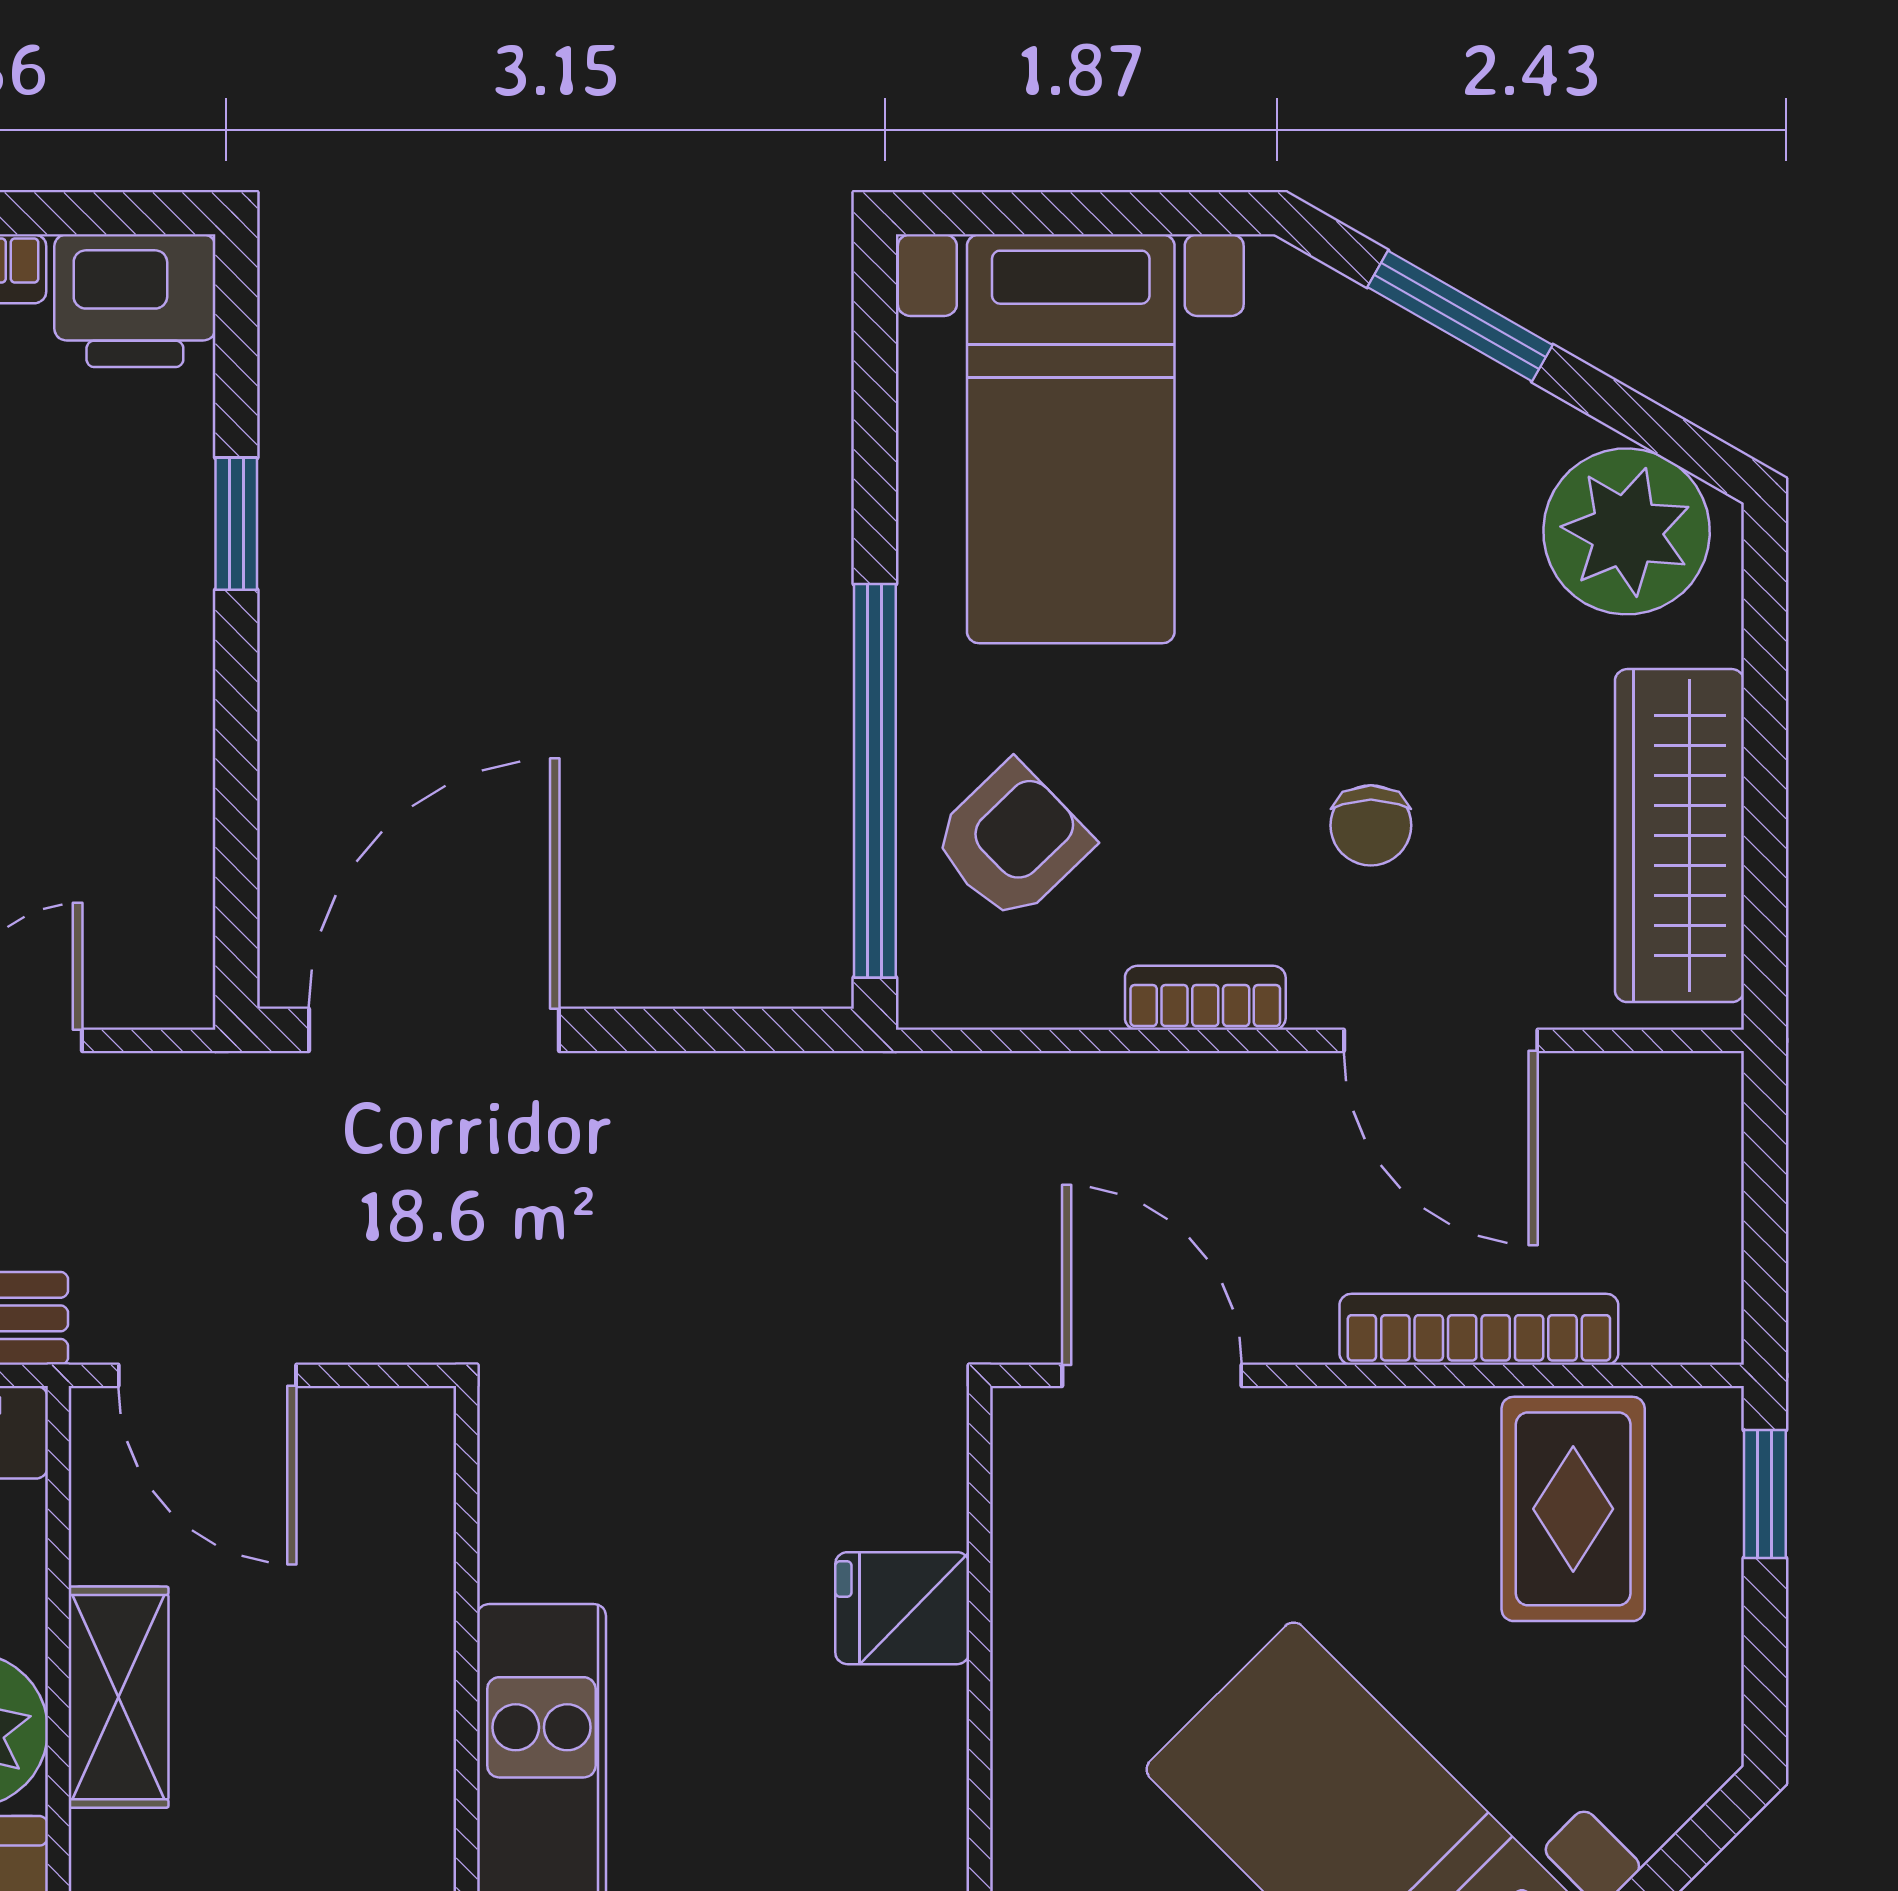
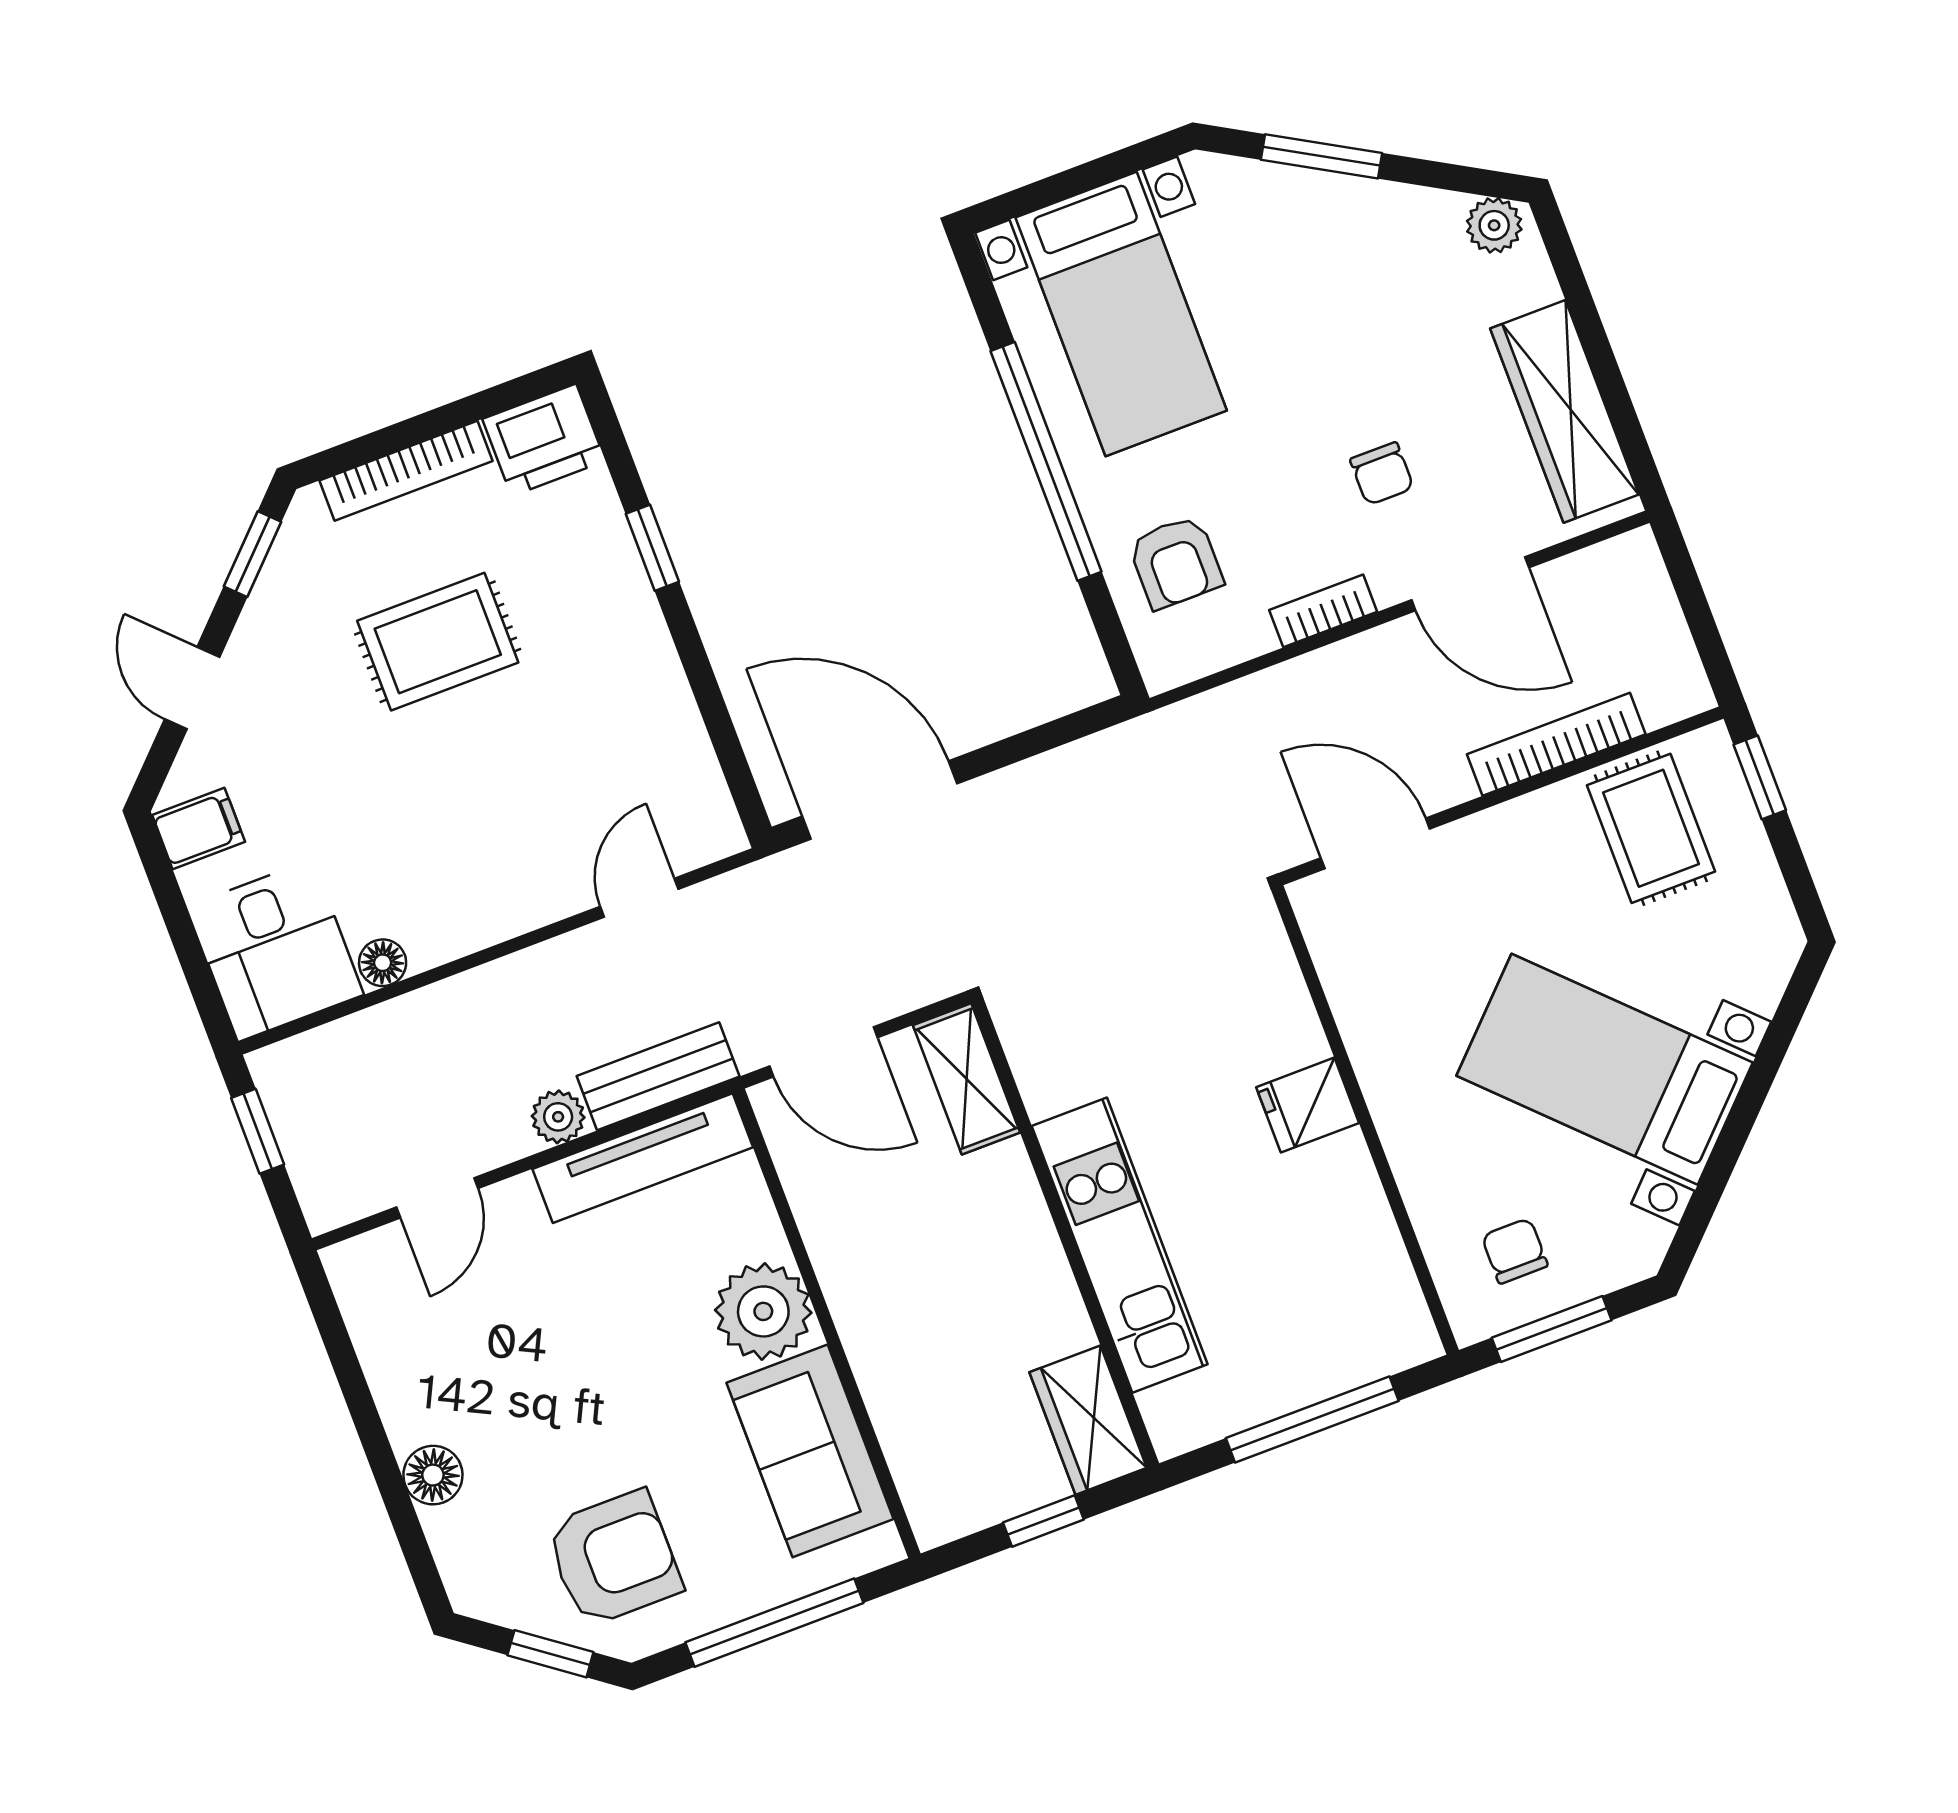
plant: (1627, 531) -> (1494, 225), width x0.53, depth x0.53
window: (875, 781) -> (1046, 461), moved
armchair: (1012, 841) -> (1176, 562), turned 134
door: (434, 1030) -> (880, 800), hinge flipped
fridge: (902, 1608) -> (1308, 1105), moved
shelving: (119, 1697) -> (966, 1079), moved

